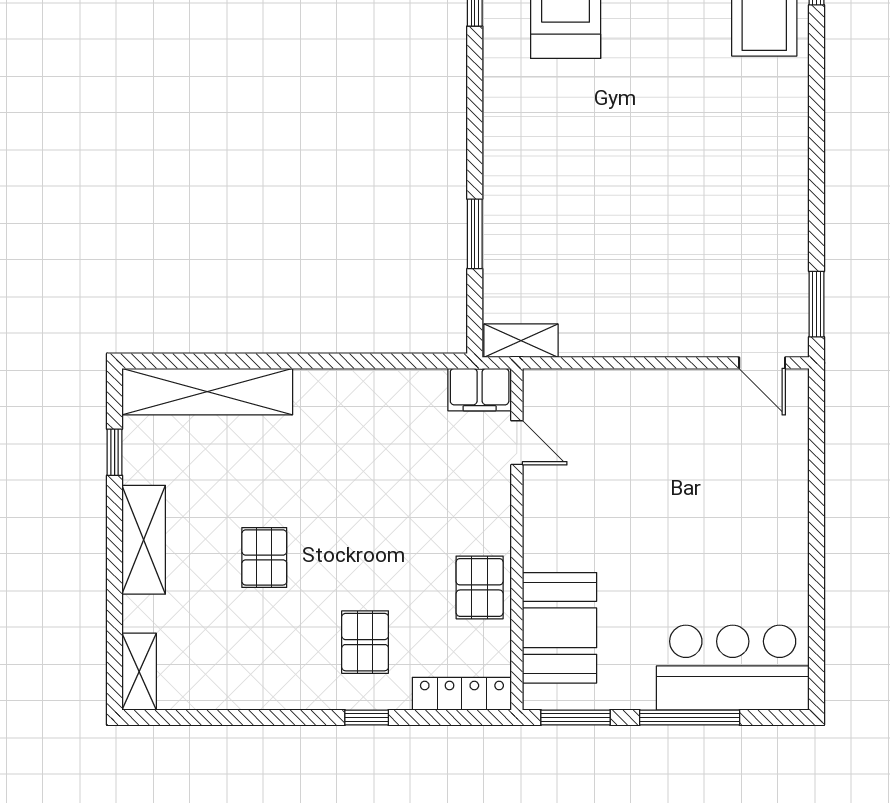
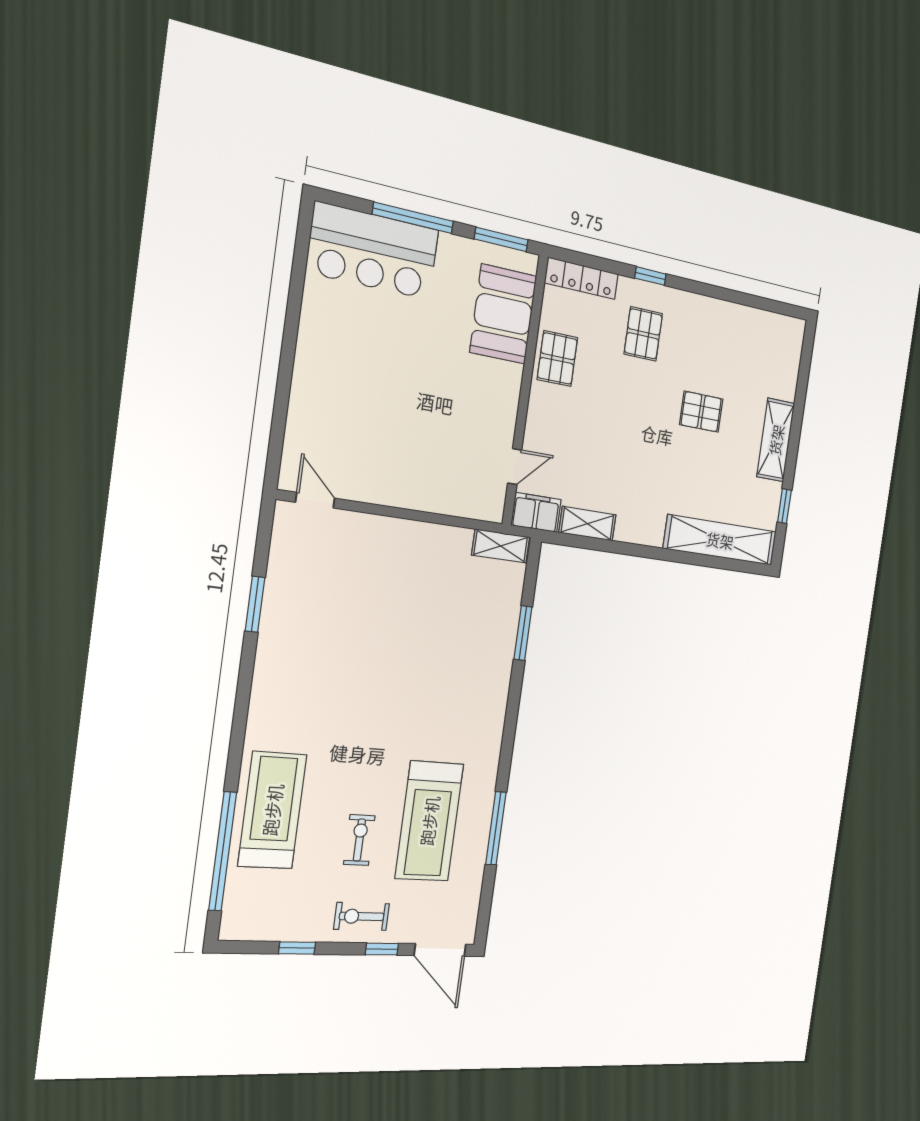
window: (817, 304) -> (255, 604), moved
door: (517, 443) -> (515, 467), swing flipped
pallet: (264, 557) -> (701, 412), turned 90
shelving: (139, 672) -> (587, 524), moved, turned 90

